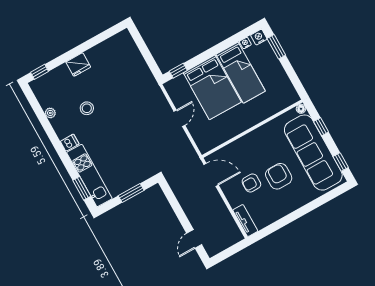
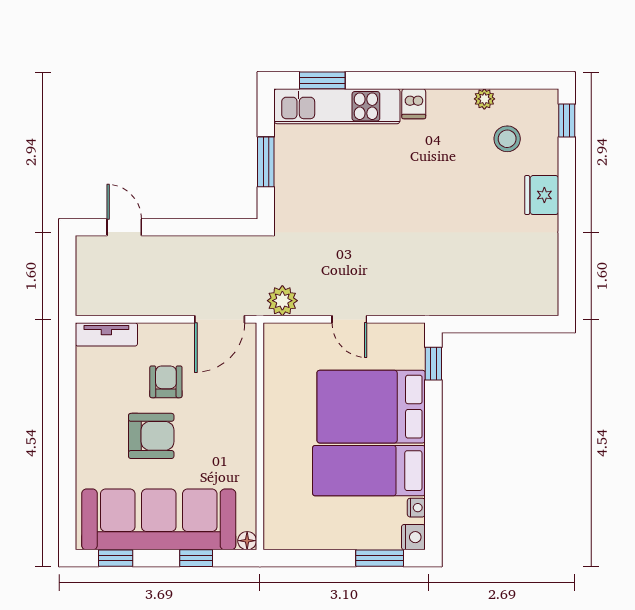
stool: (87, 108) -> (507, 139), moved
plant: (188, 152) -> (282, 301), added

